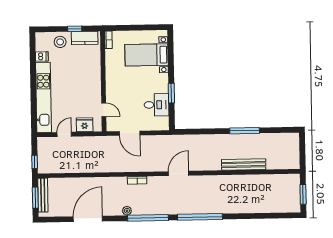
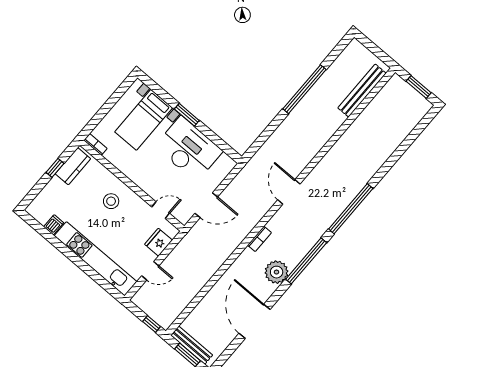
stool: (60, 42) -> (111, 201), moved
window: (171, 93) -> (187, 115), moved
desk: (156, 105) -> (189, 149), width x1.87, depth x1.30
window: (245, 131) -> (304, 89), width x1.46
door: (64, 134) -> (150, 271), swing flipped
bench: (244, 165) -> (362, 91), moved
plant: (127, 211) -> (277, 272), width x1.88, depth x1.88

